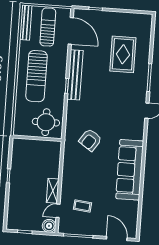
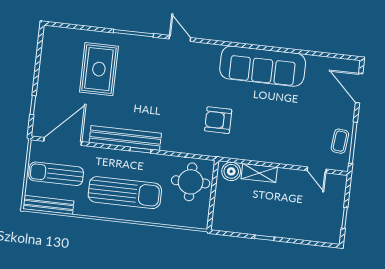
rug: (123, 54) -> (99, 69), turned 90
armchair: (90, 140) -> (218, 120), turned 146
shelving: (53, 191) -> (259, 173), moved
coffee table: (82, 206) -> (340, 141), moved
boiler: (49, 226) -> (231, 171), moved
door: (117, 238) -> (359, 88), hinge flipped

